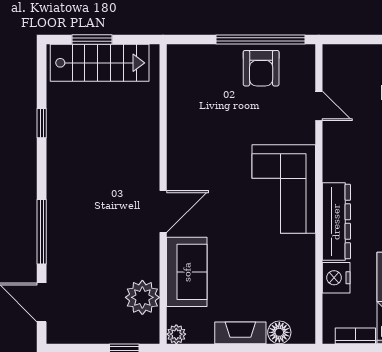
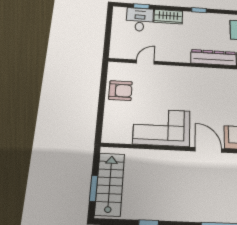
window: (261, 39) -> (103, 90), removed
corner sofa: (284, 189) -> (162, 127), moved, turned 180

